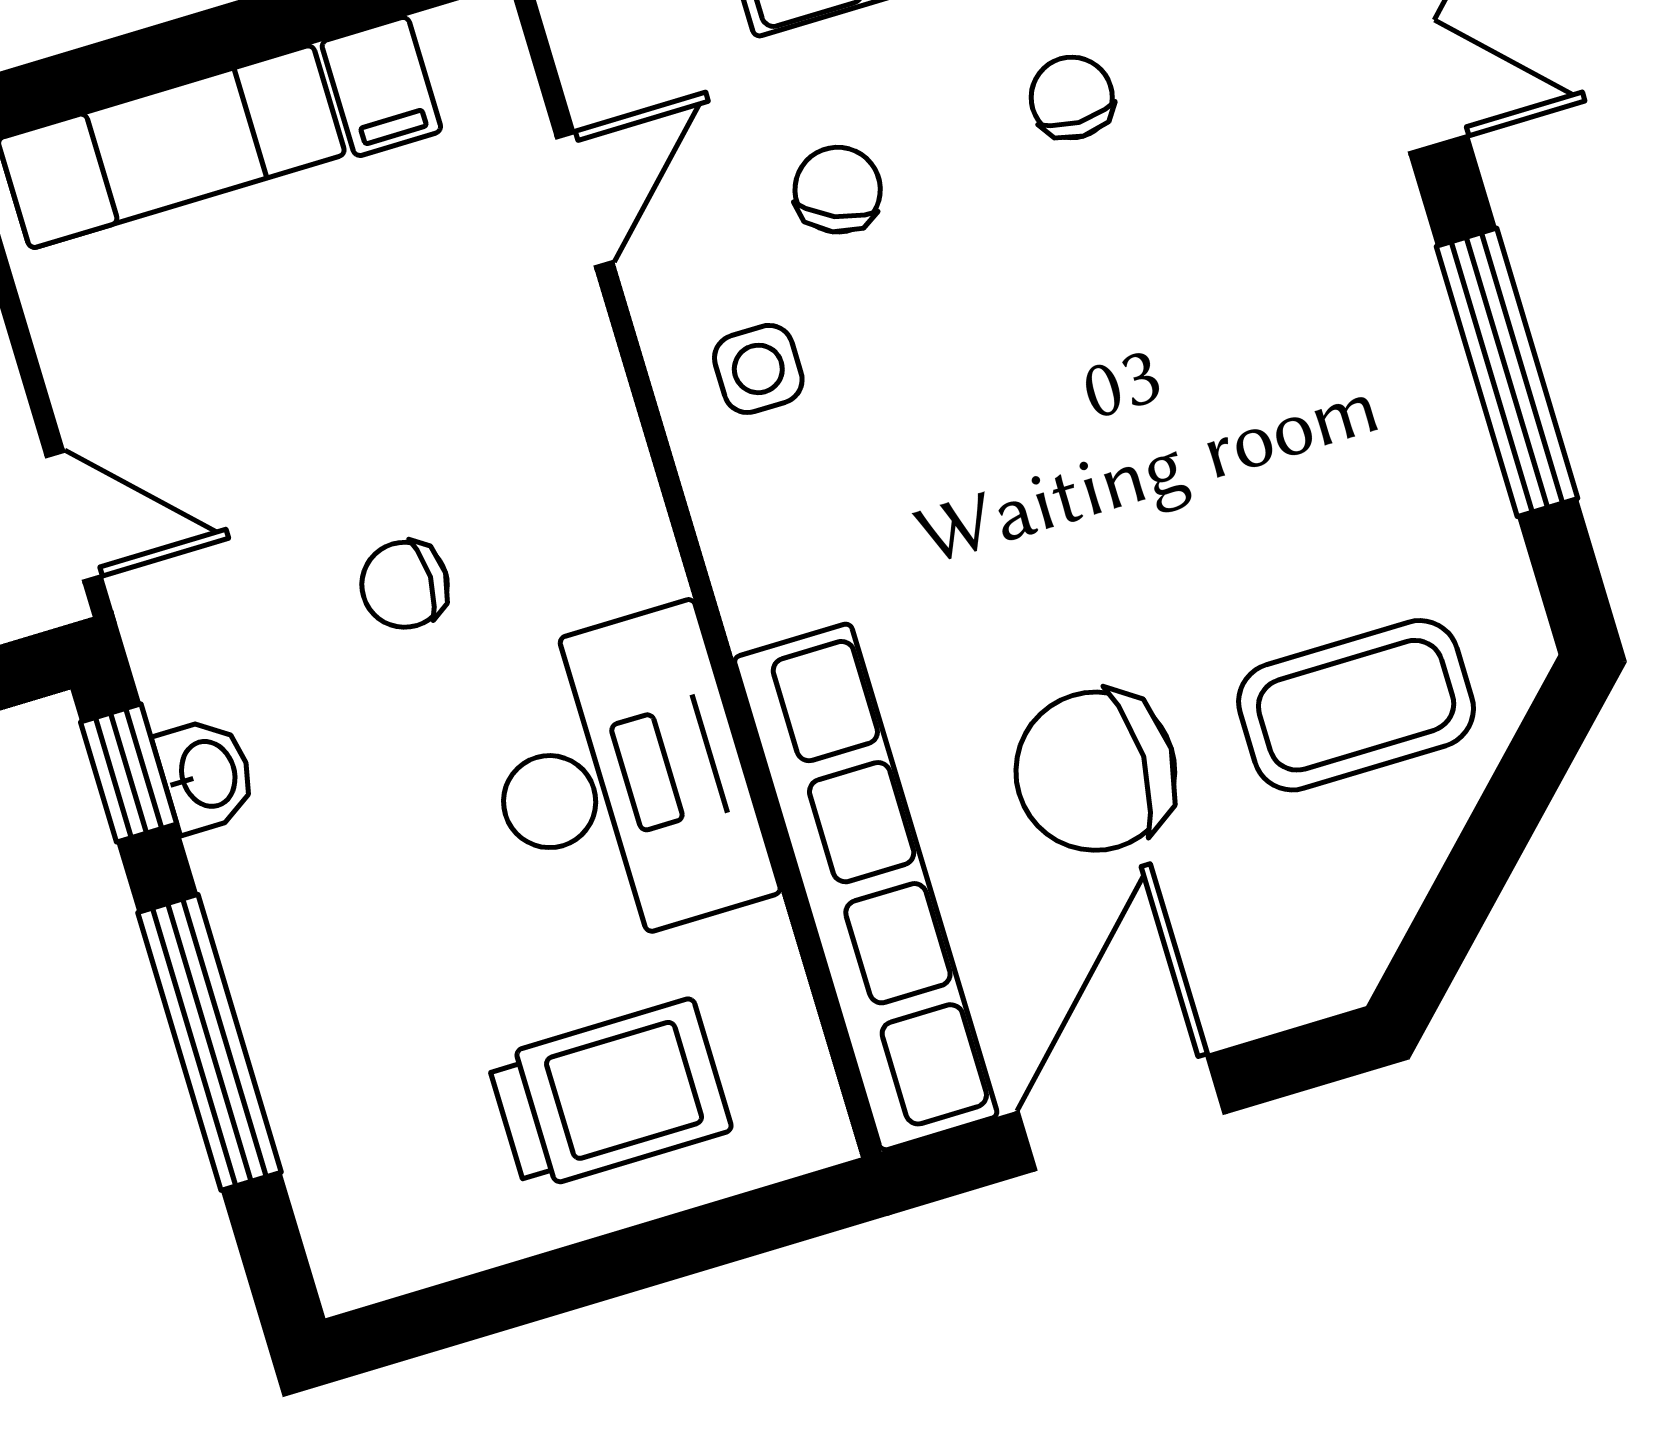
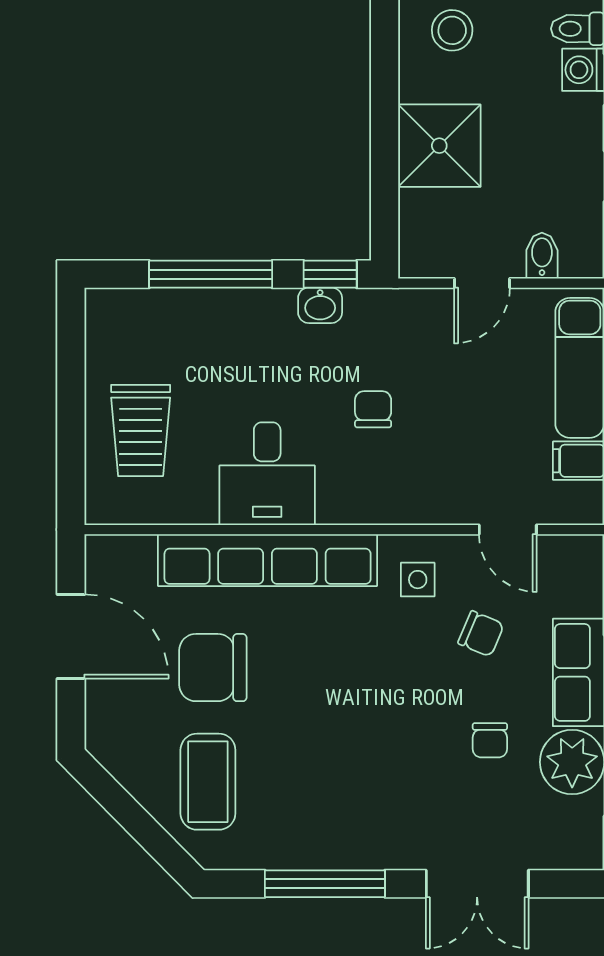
chair: (1072, 97) -> (490, 740), turned 90
door: (74, 516) -> (482, 283), moved
chair: (1095, 771) -> (213, 668), turned -90
desk: (621, 780) -> (267, 474), width x0.73
row of seats: (866, 887) -> (268, 560), moved

